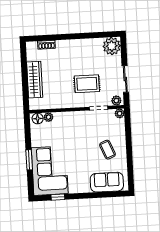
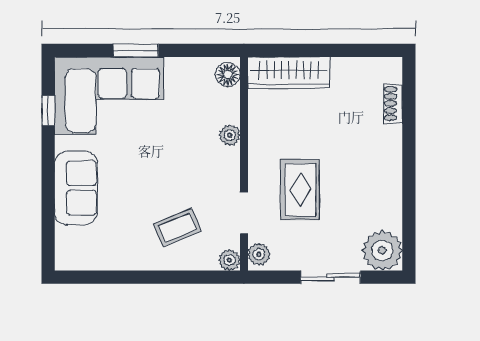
sliding door: (125, 79) -> (330, 277), moved
wardrobe: (35, 80) -> (289, 73), moved
plant: (48, 117) -> (230, 135), moved
coffee table: (107, 150) -> (177, 228), moved
sofa: (107, 182) -> (76, 188), moved

